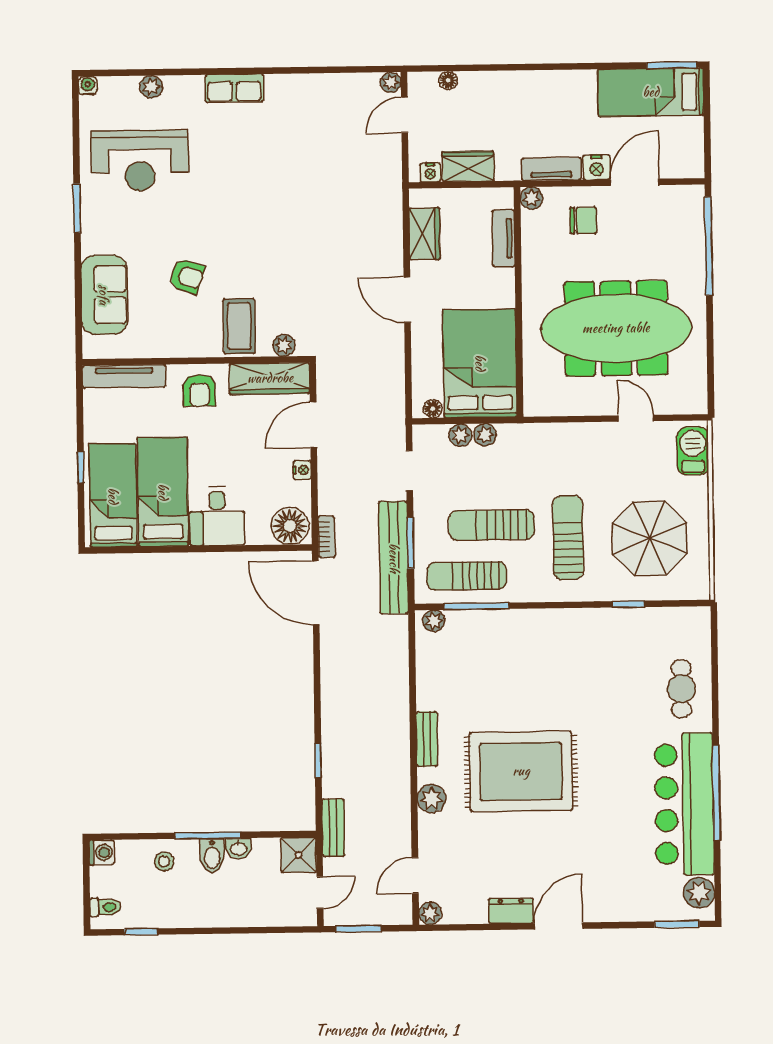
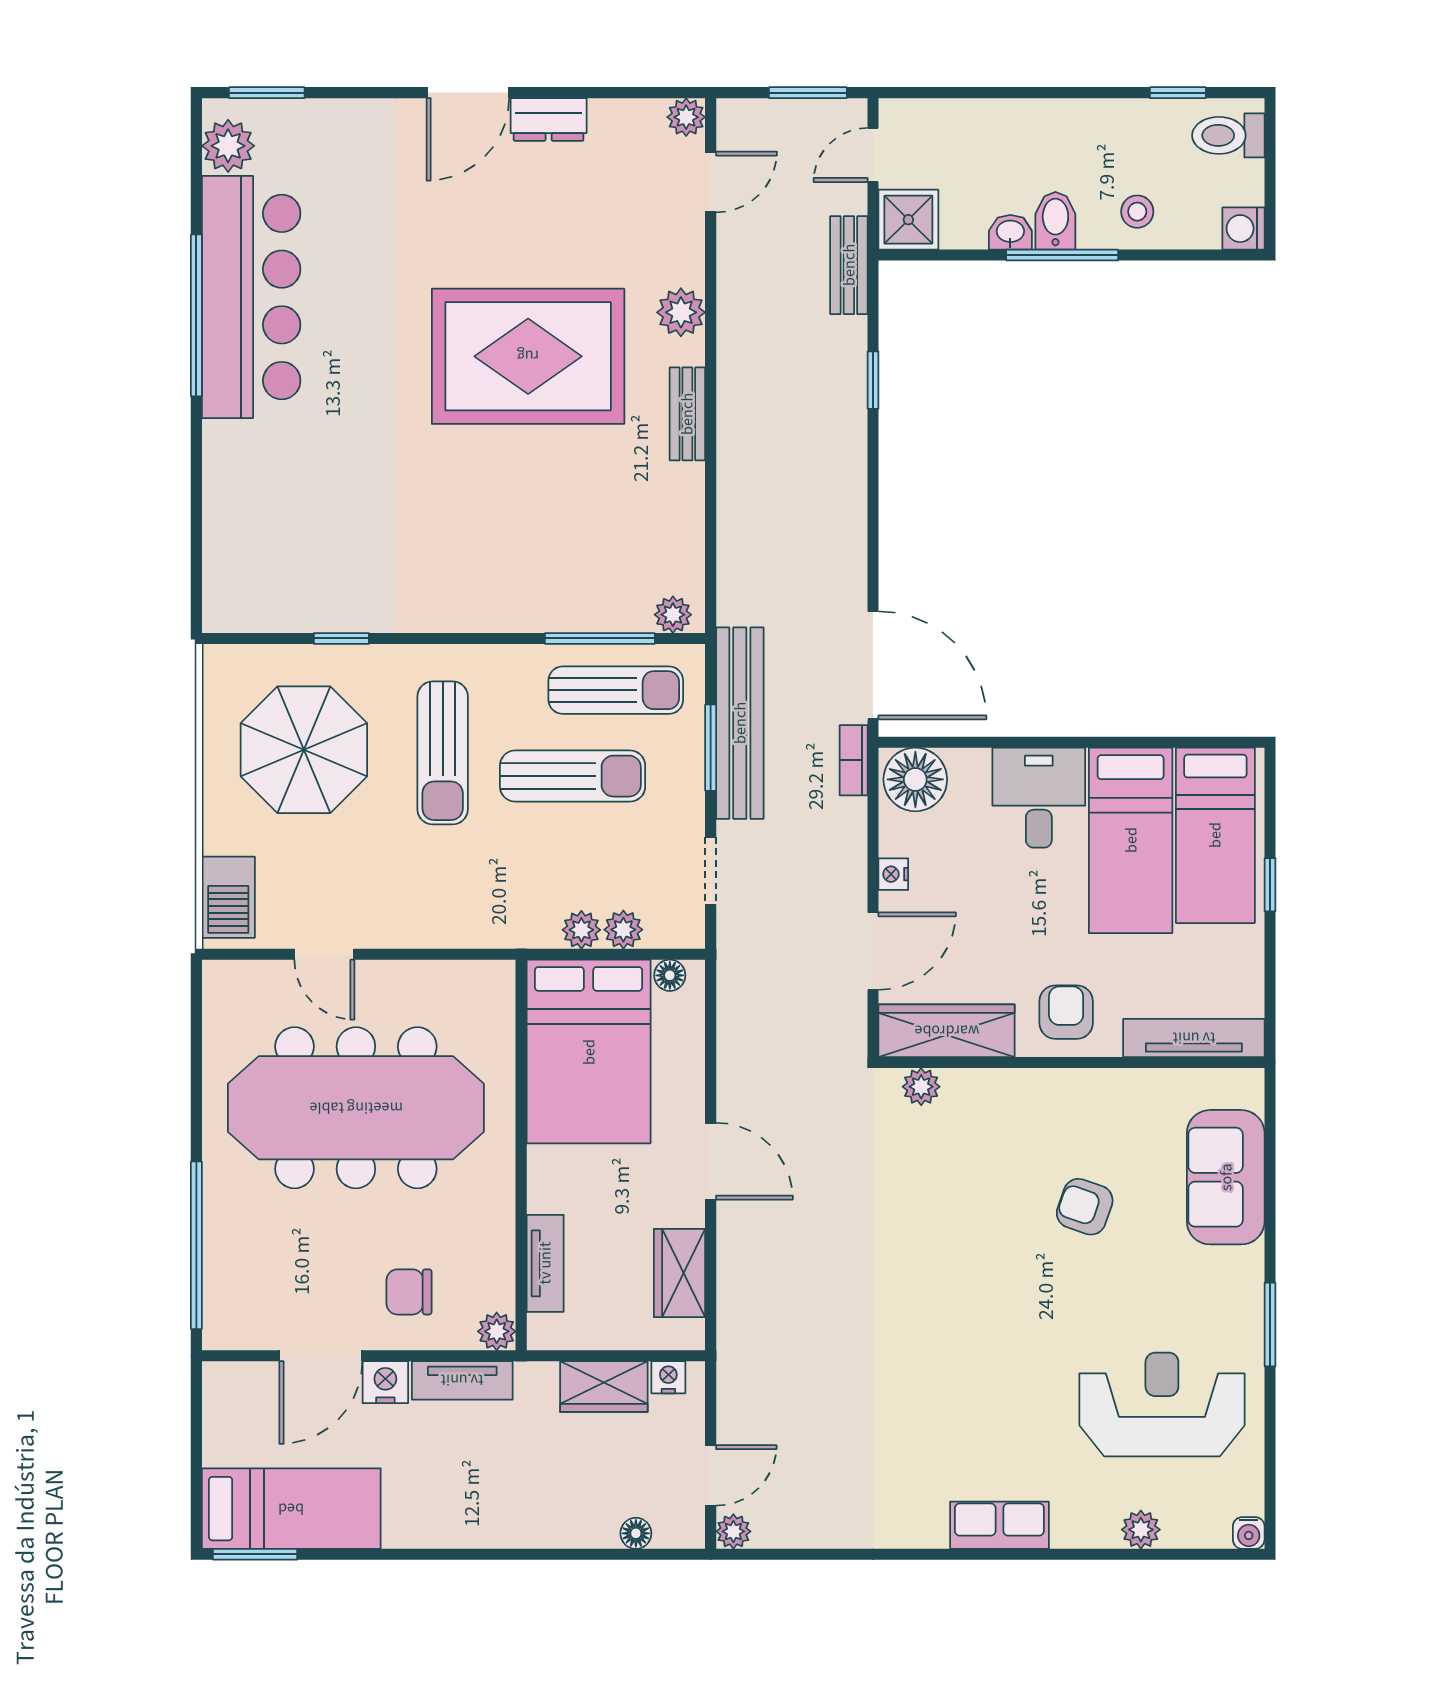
coffee table: (239, 326) -> (997, 1120), removed
cafe table: (681, 689) -> (254, 493), removed
toilet: (105, 907) -> (1228, 135), width x1.37, depth x1.39

